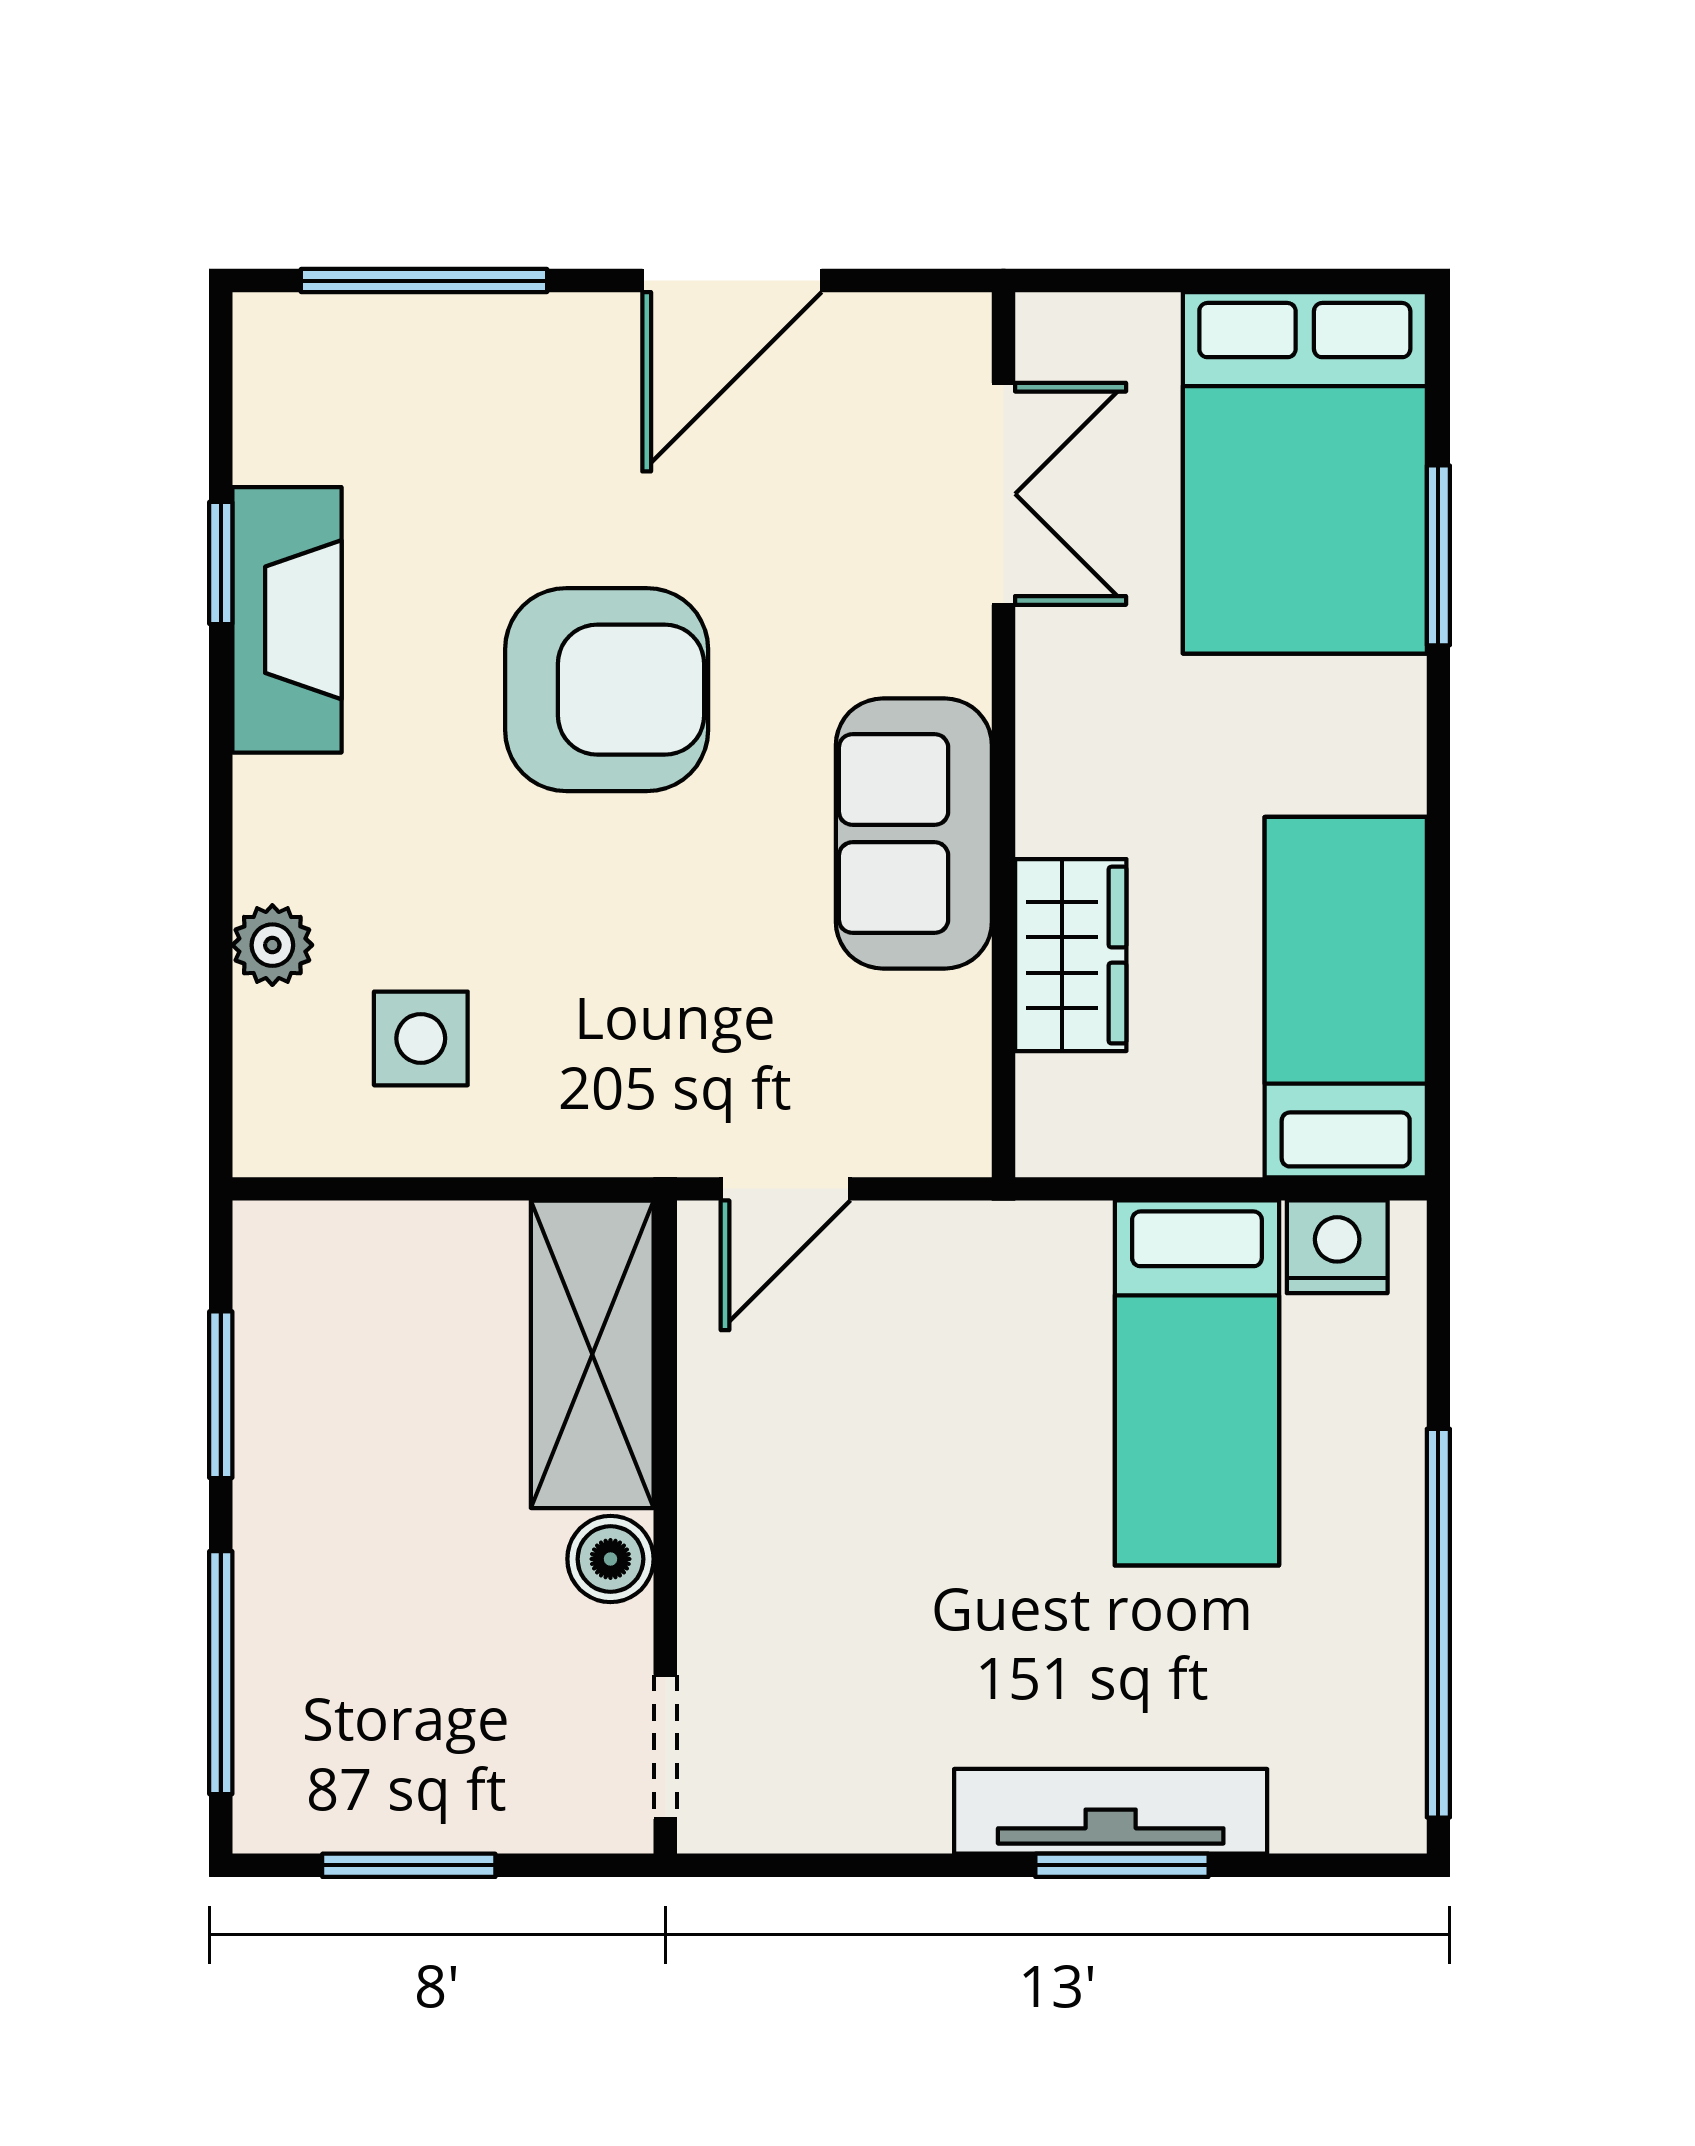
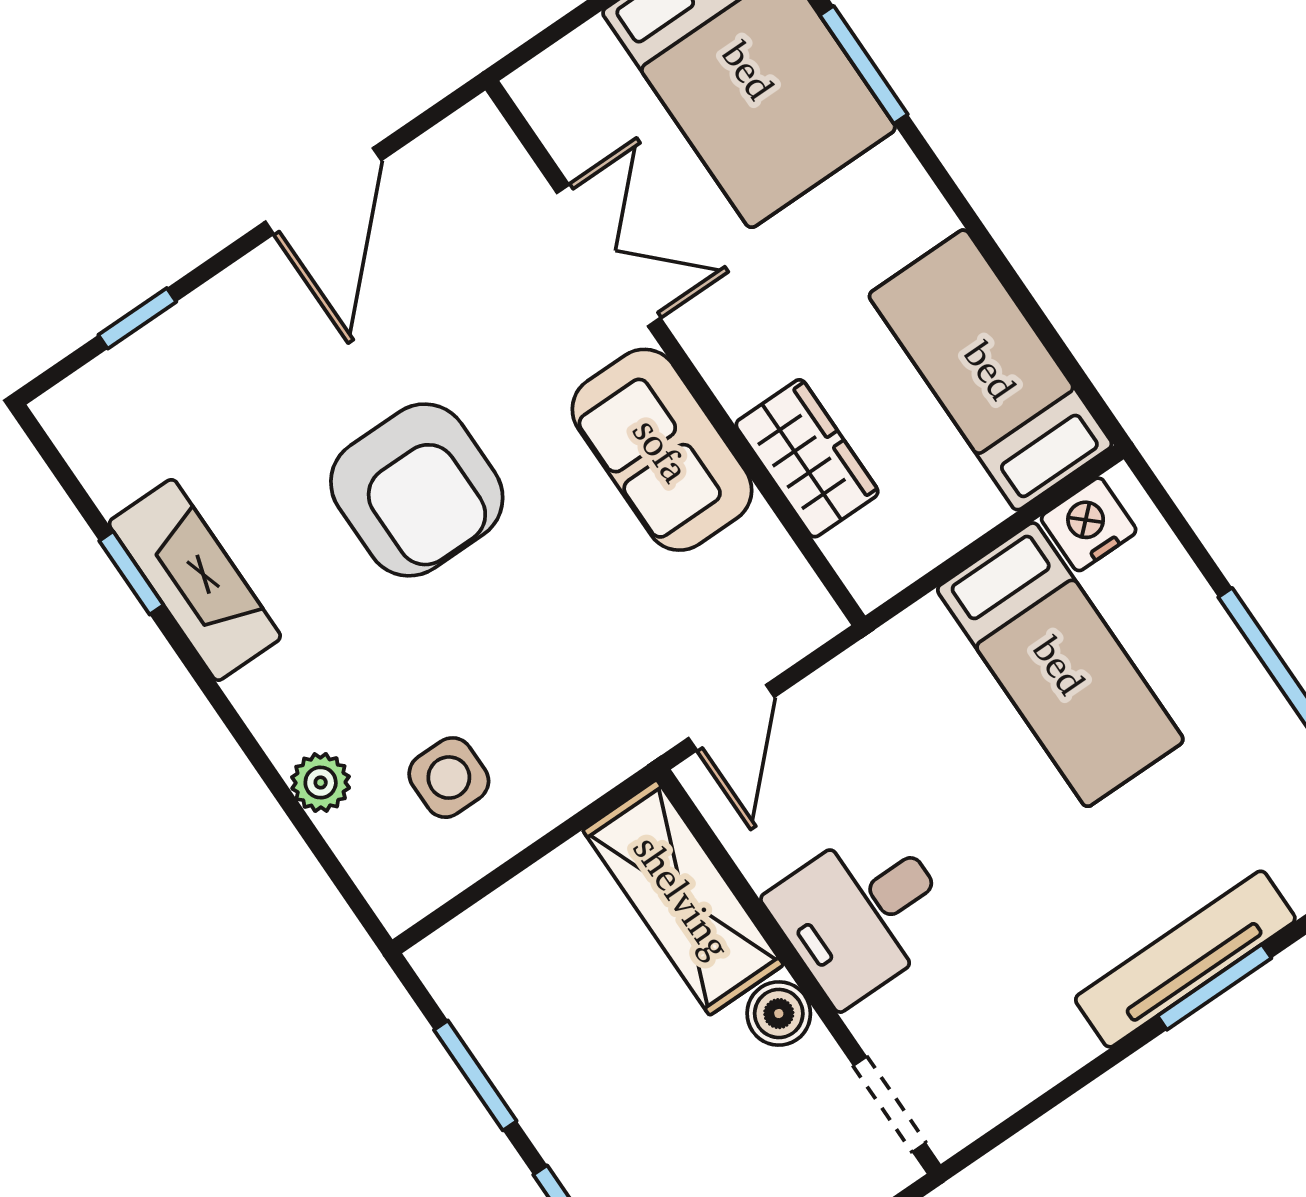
window: (424, 281) -> (137, 318), width x0.46
double door: (1004, 494) -> (608, 255), moved
armchair: (607, 690) -> (417, 490), turned 90
desk: (781, 1509) -> (862, 913), added

